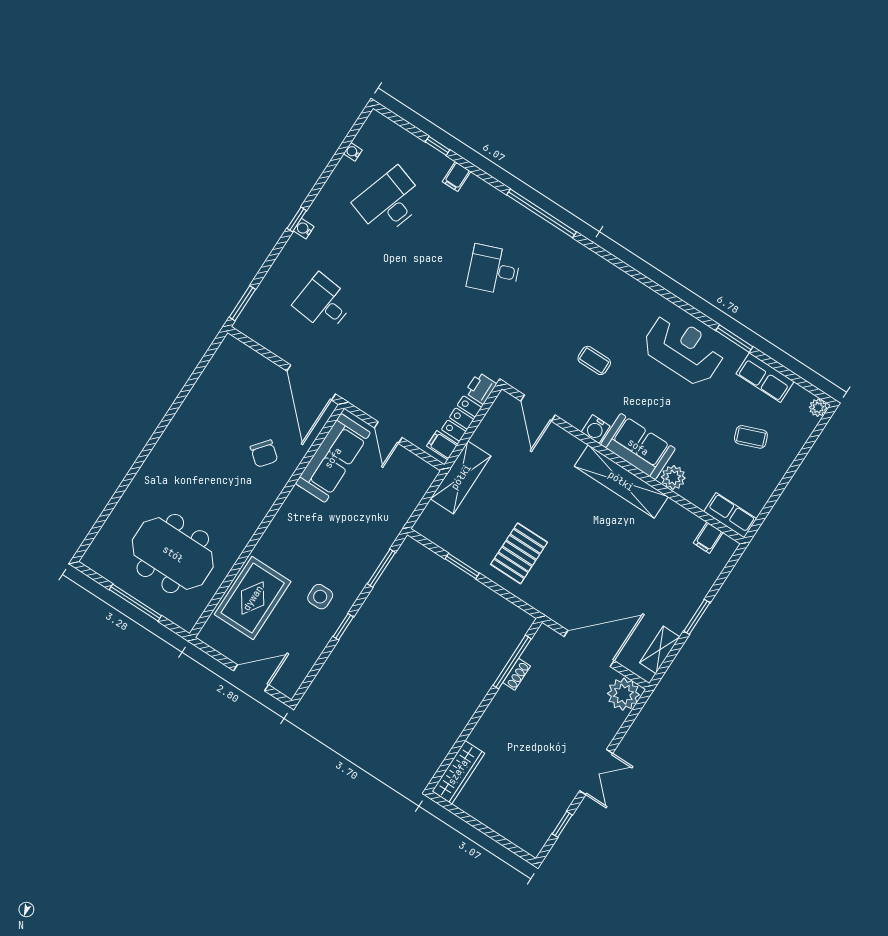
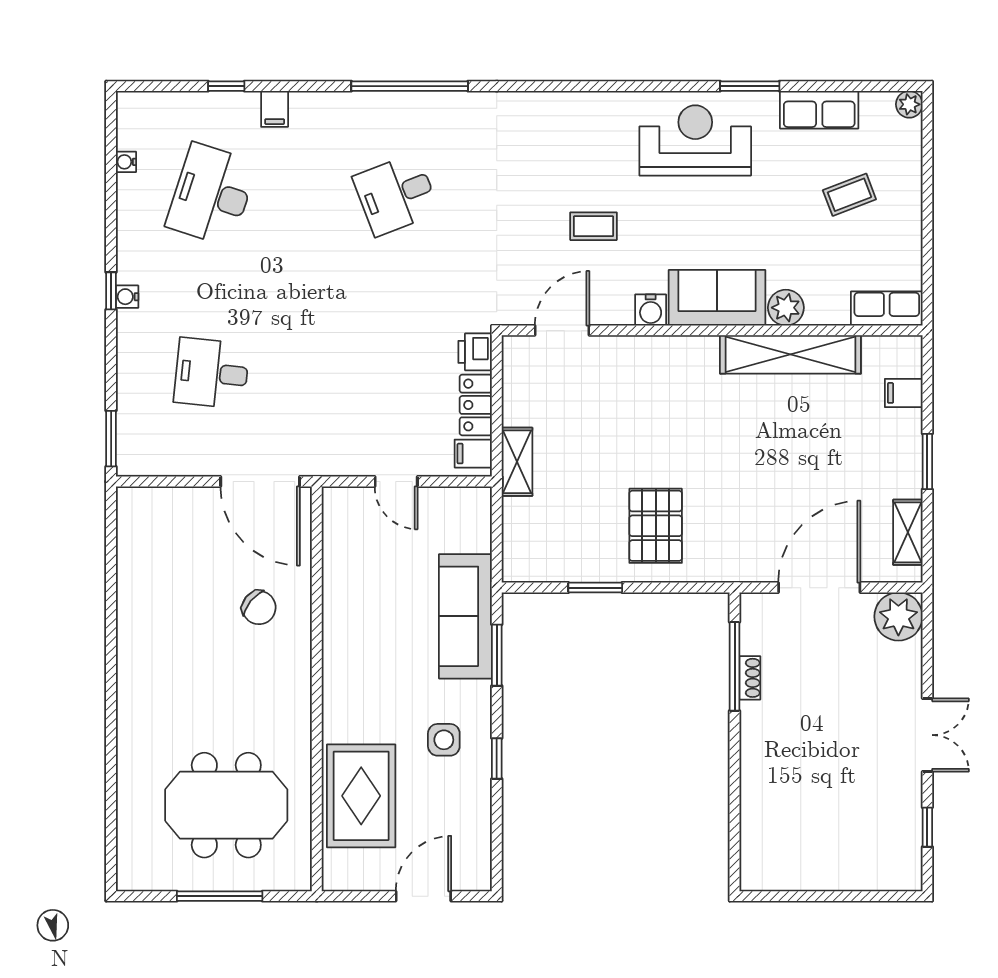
door: (538, 408) -> (562, 330), swing flipped
sofa: (333, 458) -> (465, 616), moved, turned 180
shelving: (461, 477) -> (517, 462), width x0.67, depth x0.75
shelving: (621, 481) -> (790, 354), moved
filing cabinet: (708, 538) -> (904, 393), moved, turned 90
wardrobe: (458, 772) -> (757, 846), removed

